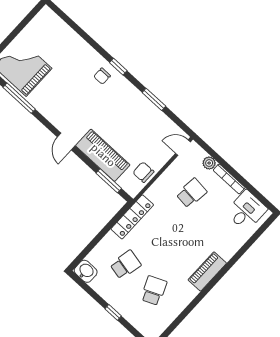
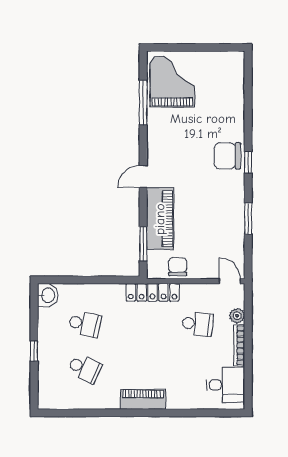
chair: (102, 76) -> (227, 156), width x1.87, depth x1.87
locker: (132, 217) -> (153, 292), moved
school desk: (154, 291) -> (85, 369), turned 48

